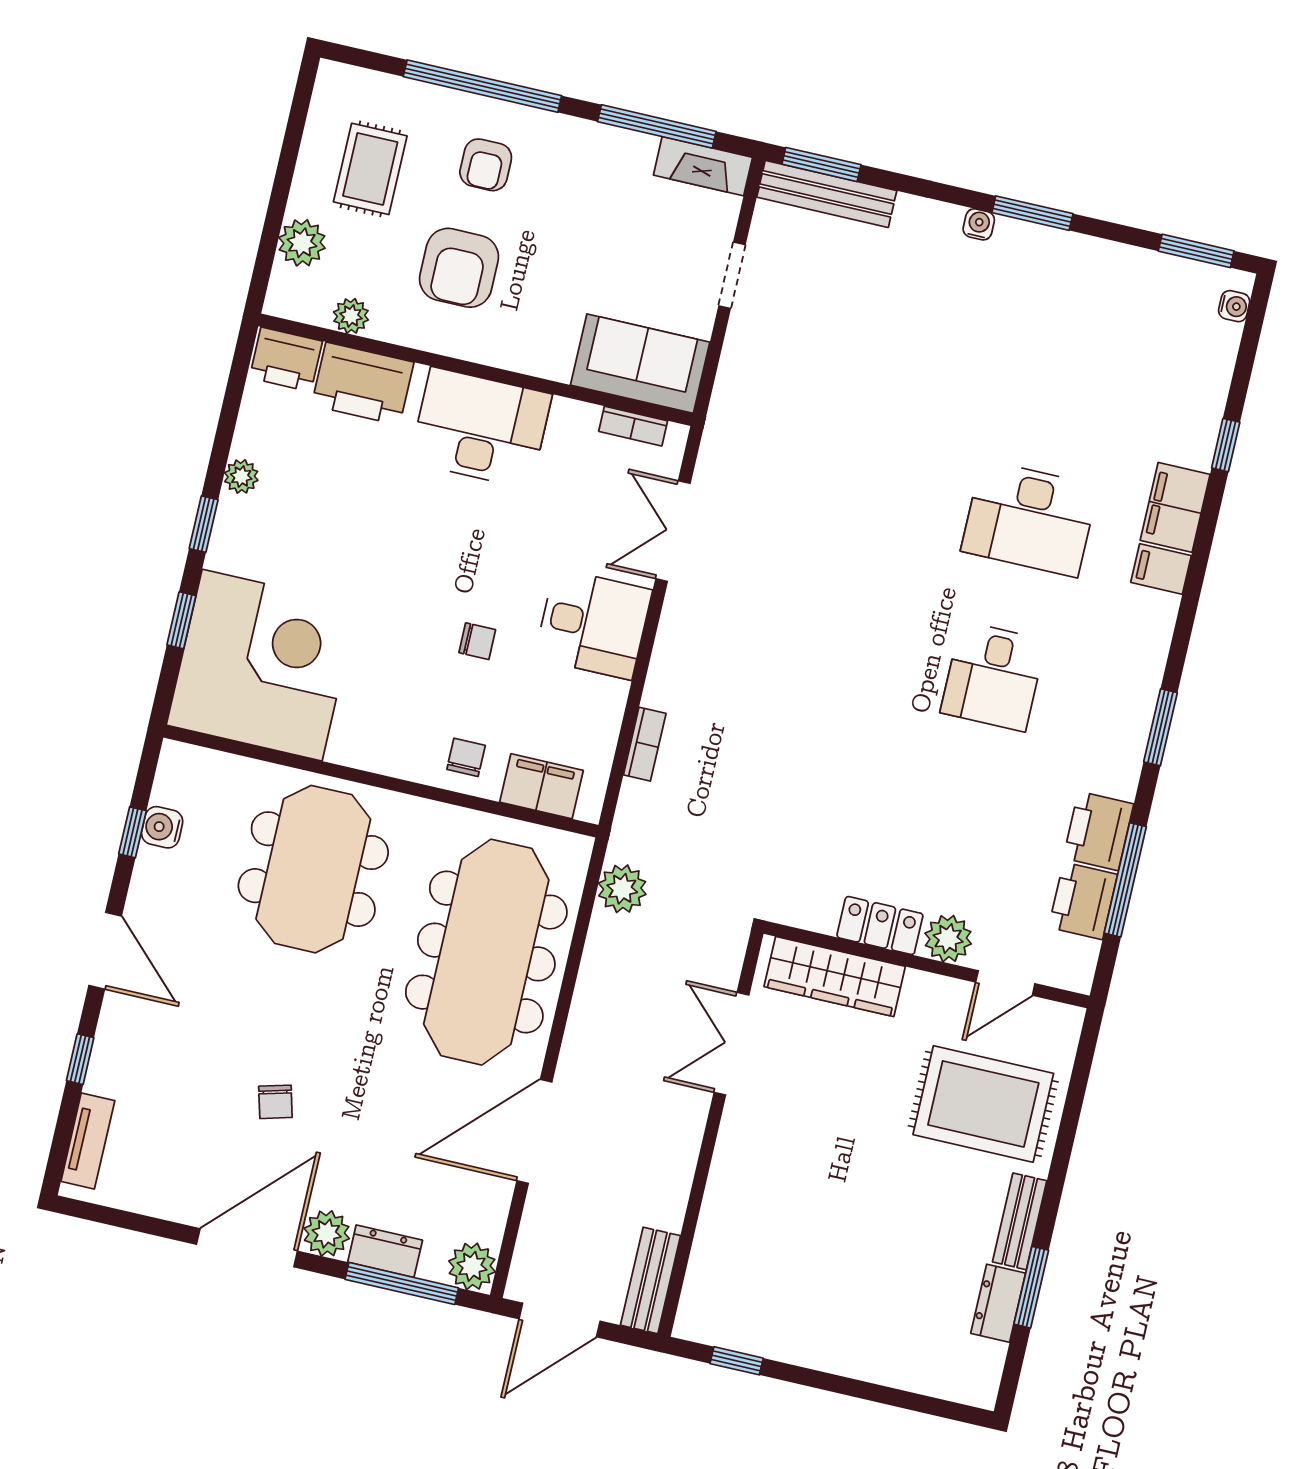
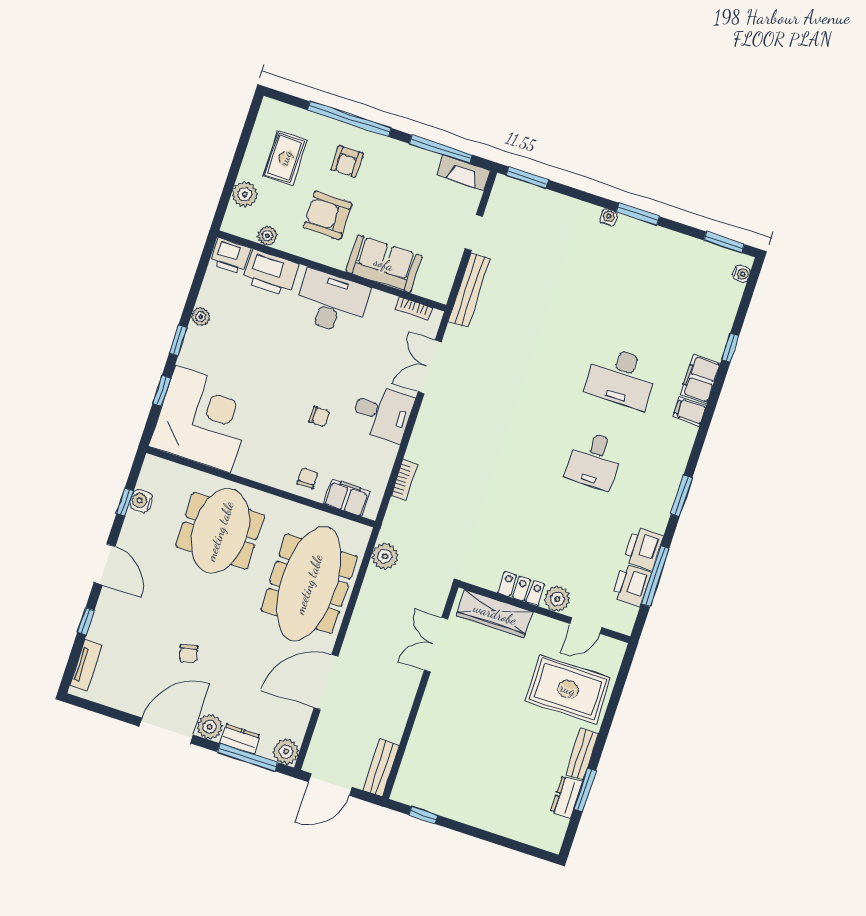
bench: (827, 194) -> (469, 290), moved, turned 90
armchair: (459, 268) -> (328, 215), turned 90
sofa: (640, 364) -> (384, 264), moved

